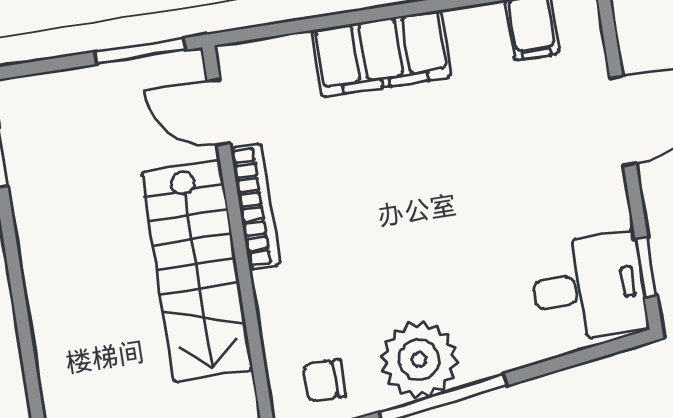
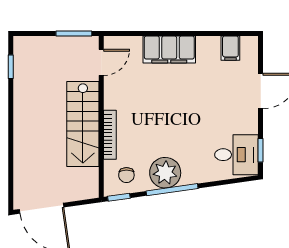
door: (219, 112) -> (101, 62), swing flipped
bookcase: (255, 206) -> (110, 135), moved
chair: (324, 380) -> (126, 175), turned -90

